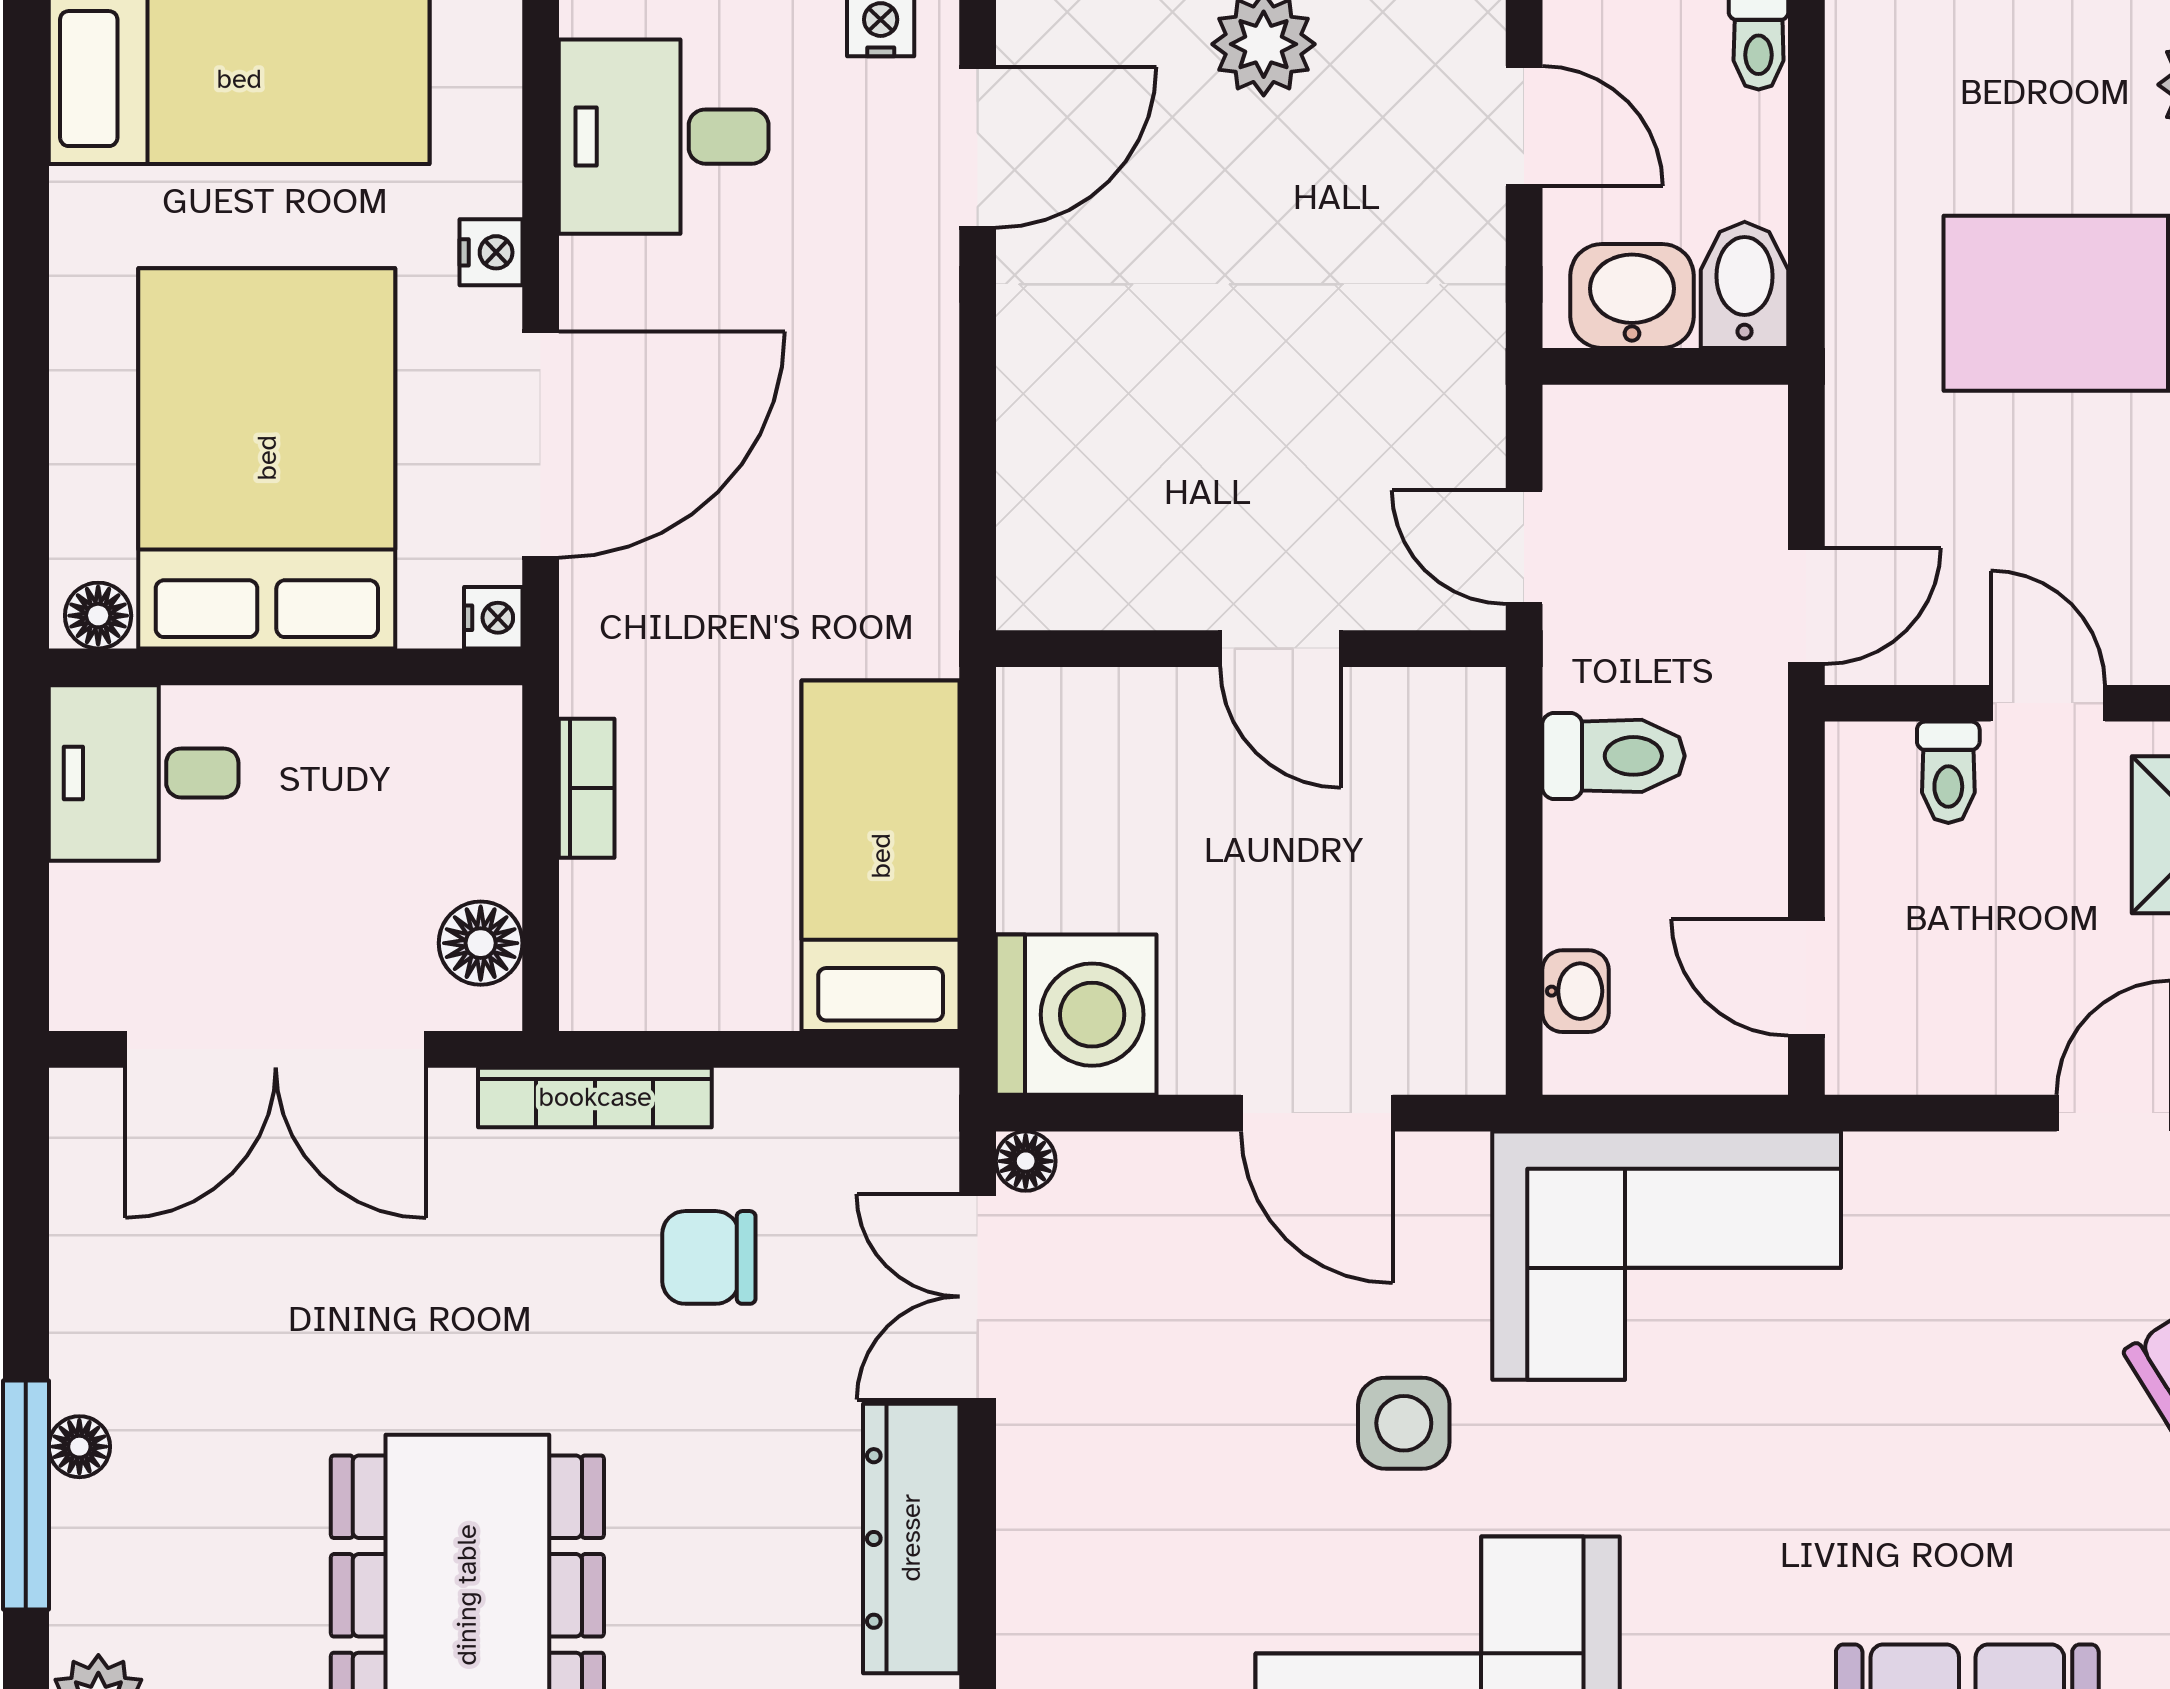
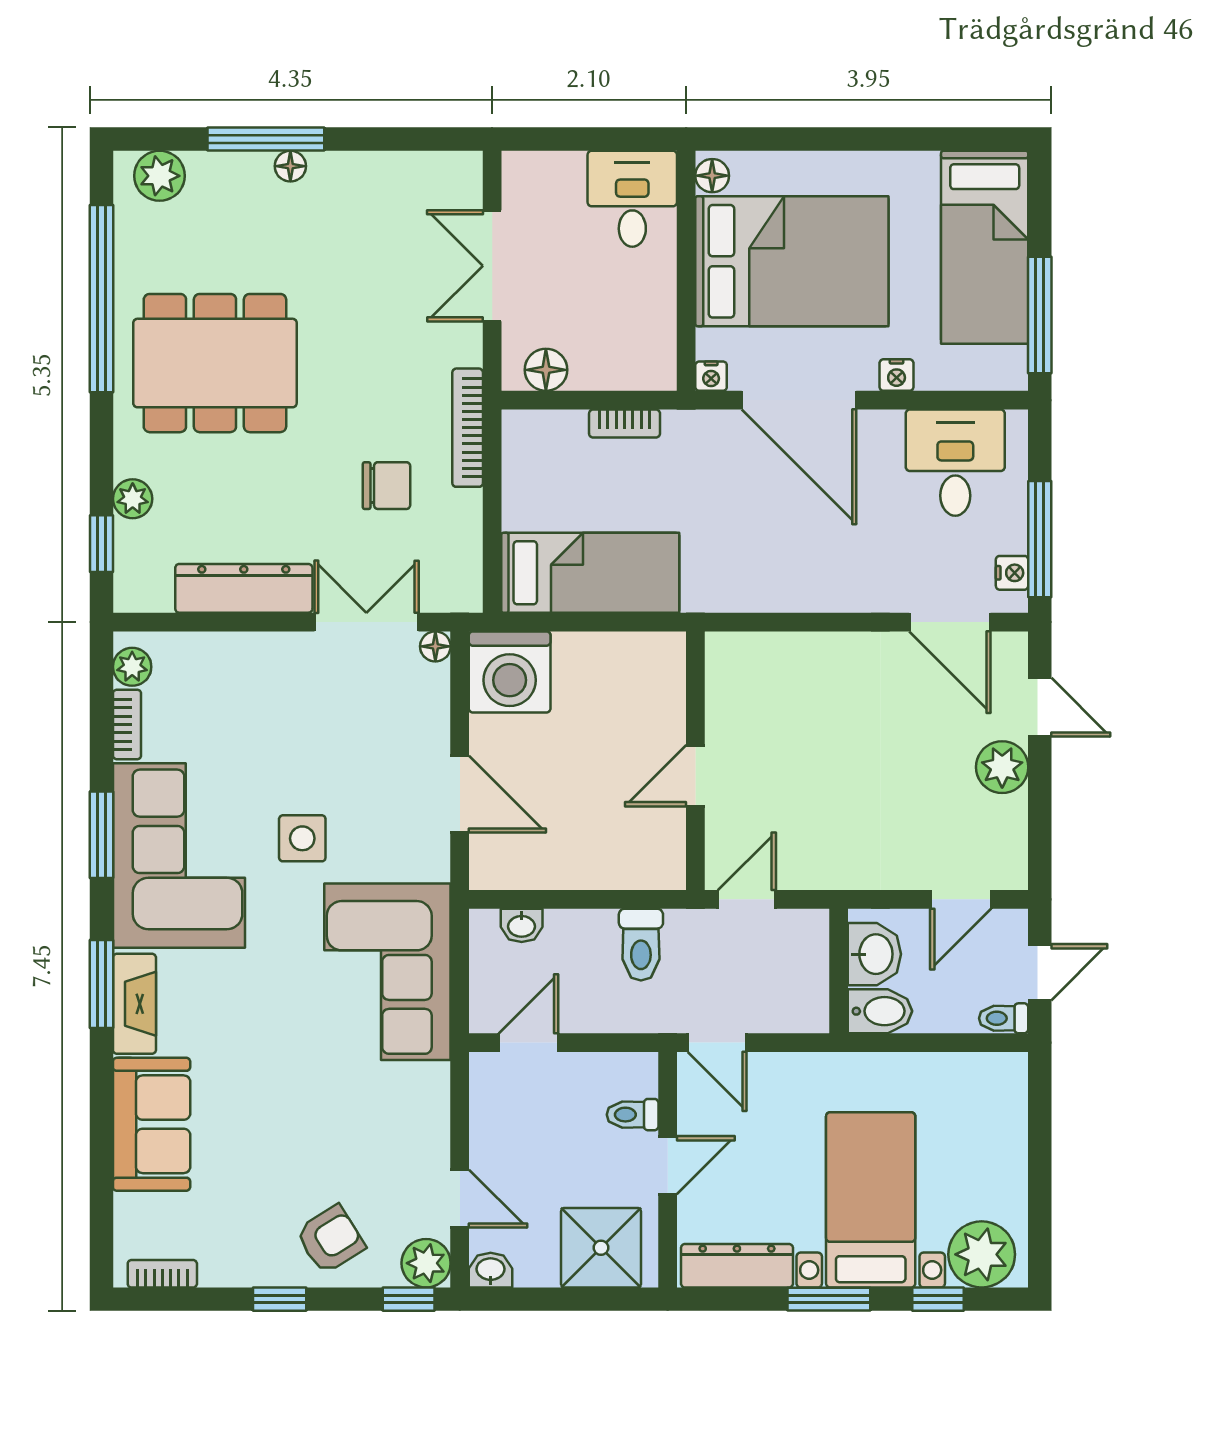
double door: (276, 1049) -> (492, 266), width x0.73
door: (1317, 1113) -> (460, 794), swing flipped
chair: (709, 1257) -> (386, 486), turned 90

